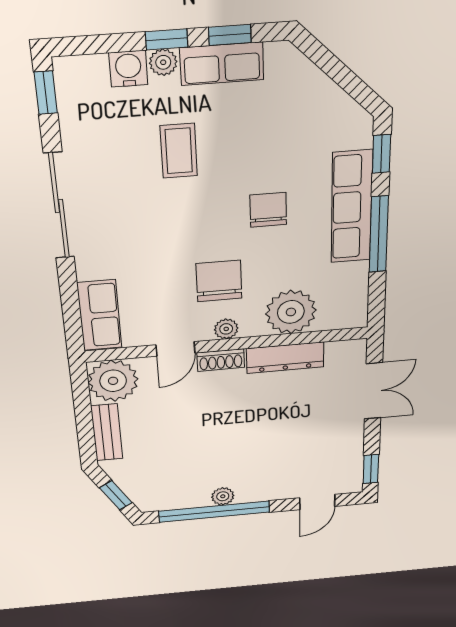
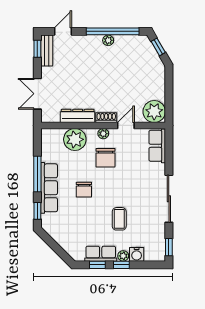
bench: (107, 432) -> (47, 51), moved

